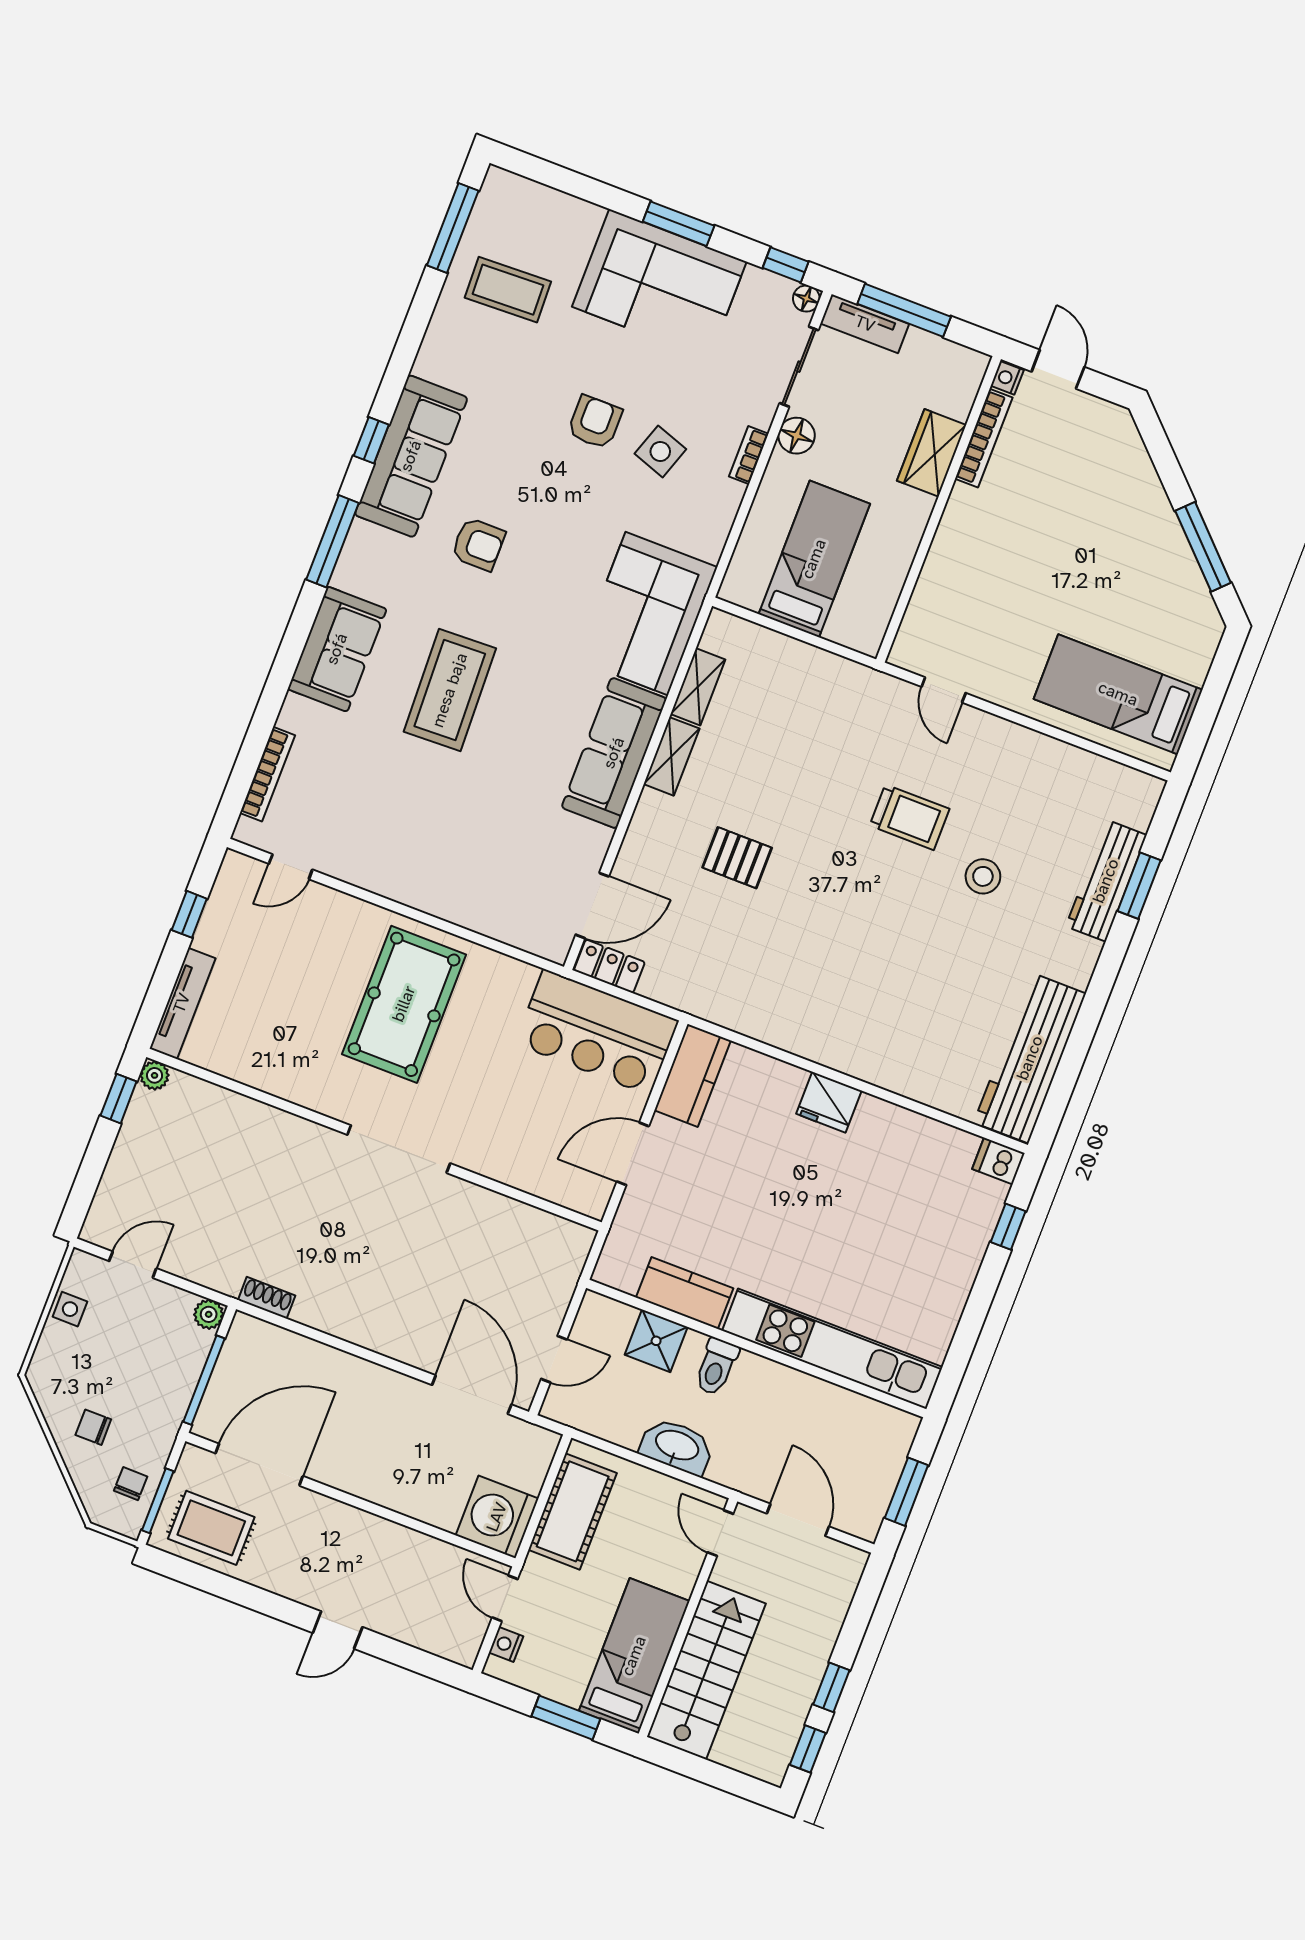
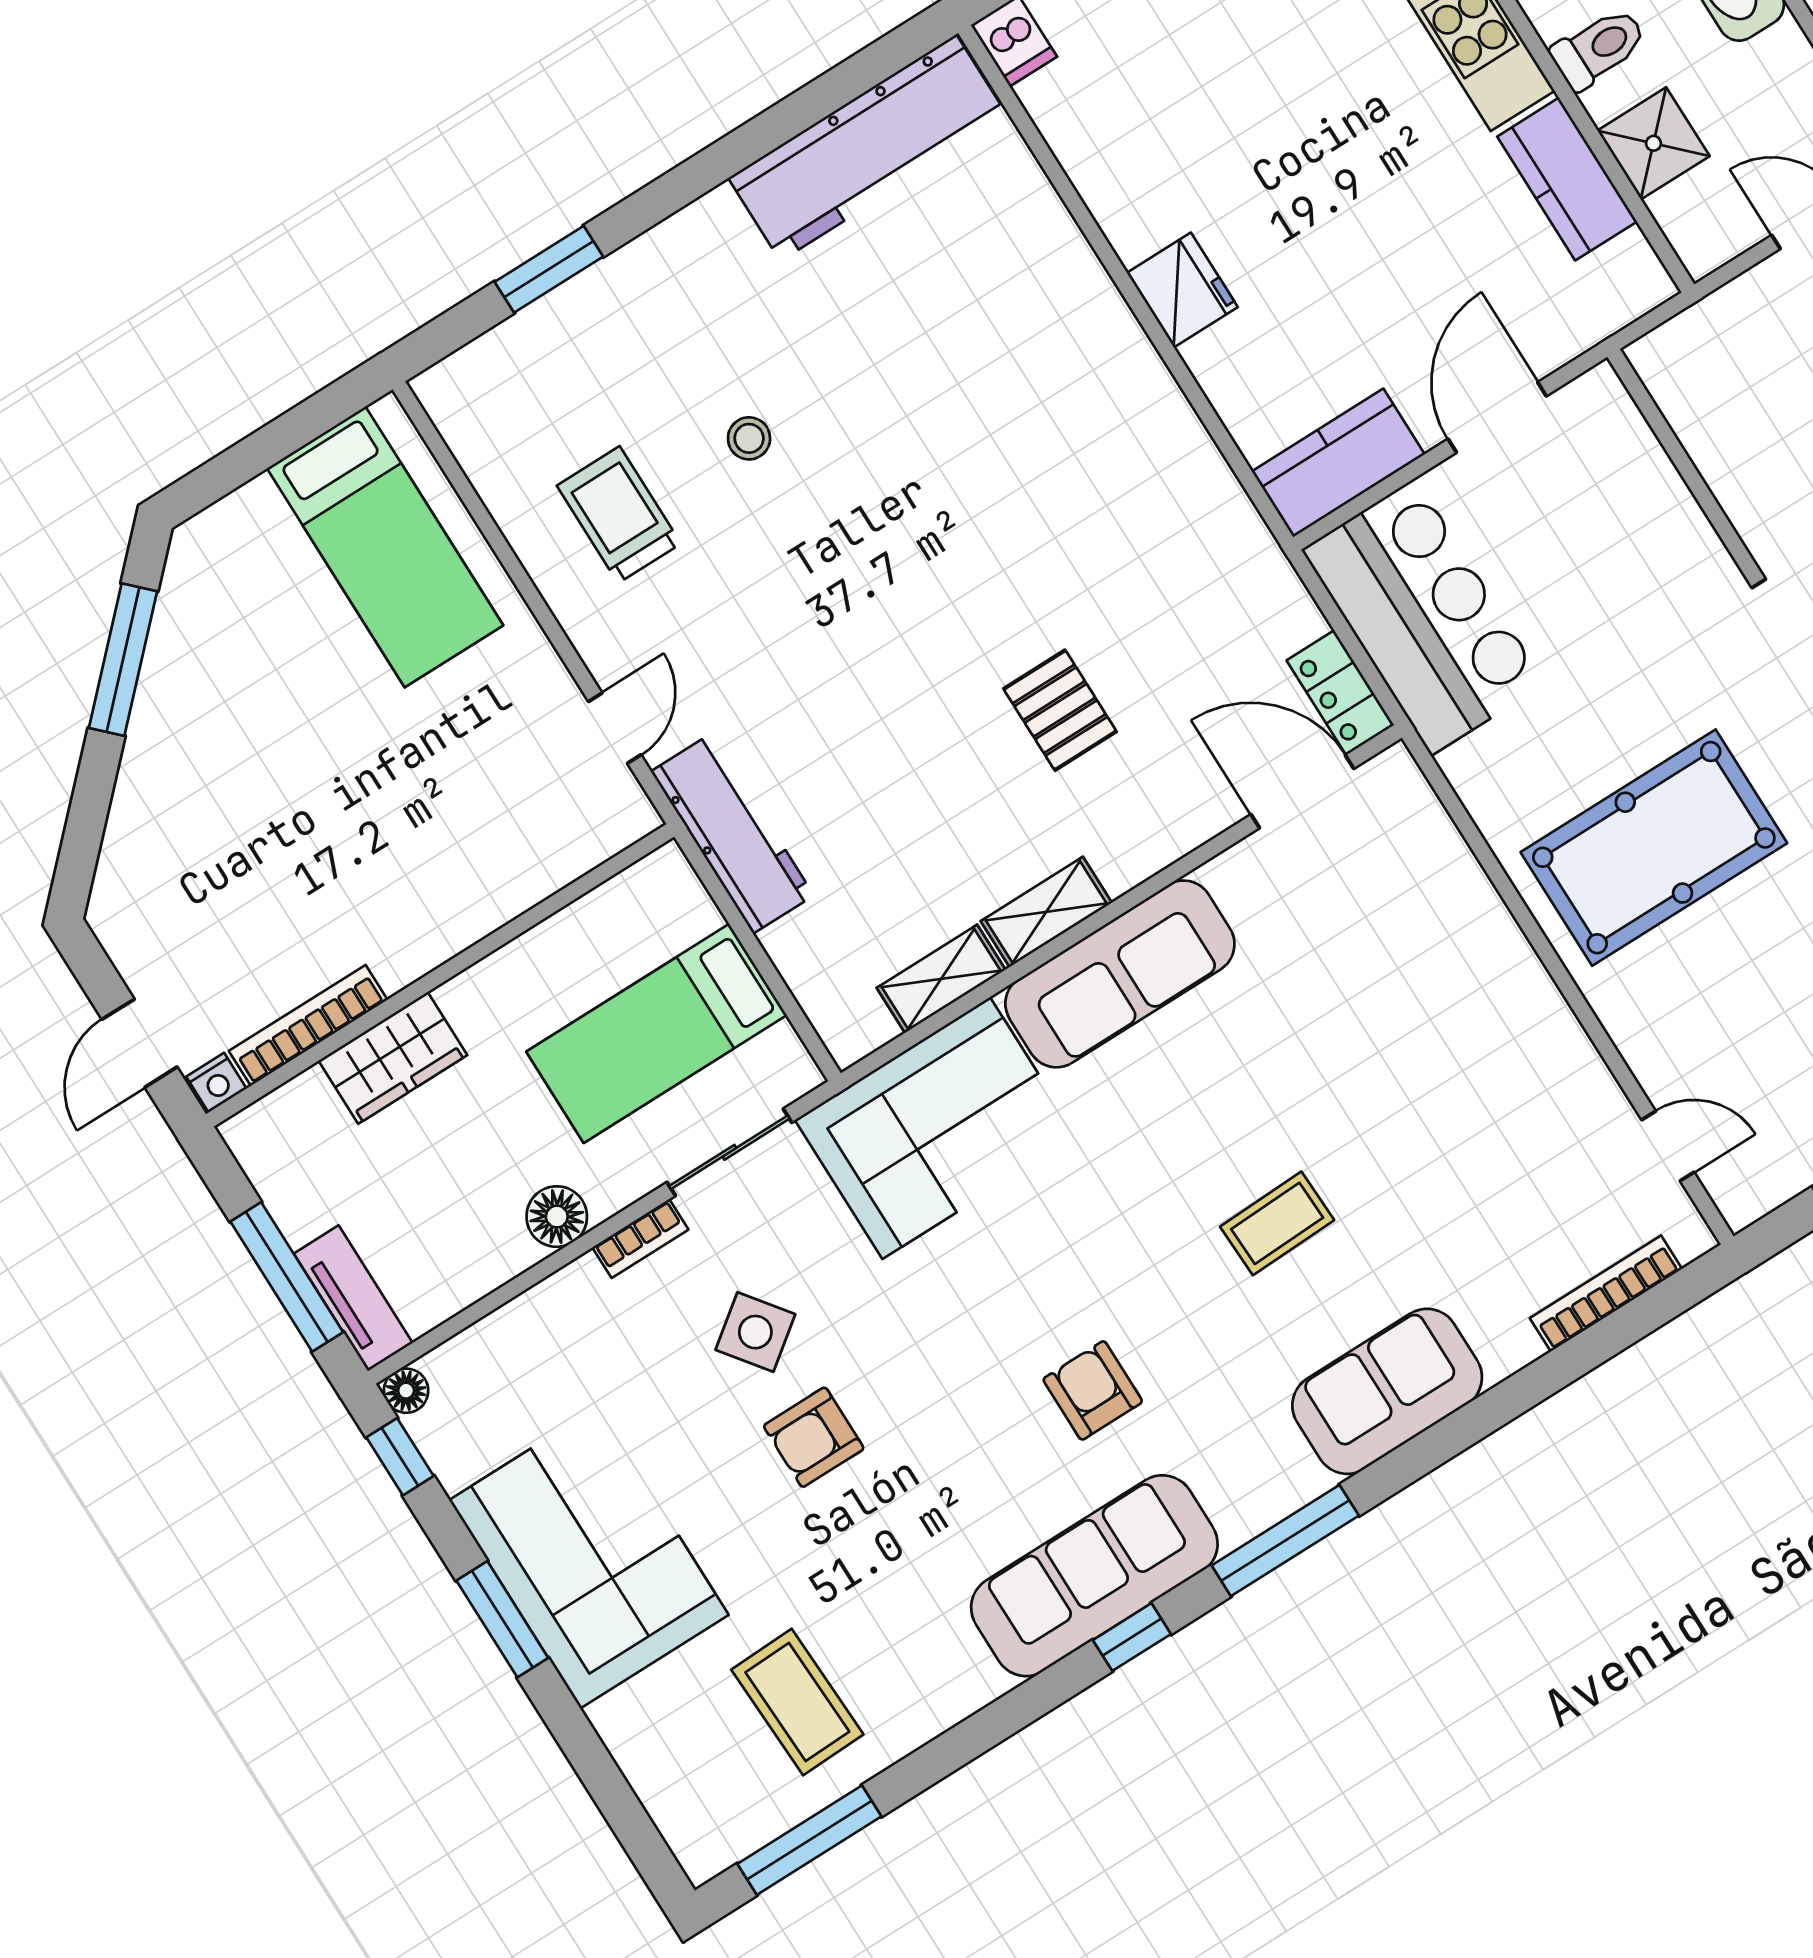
sliding door: (799, 367) -> (729, 1152), moved
side table: (660, 451) -> (755, 1332), turned 34
coffee table: (450, 690) -> (1277, 1223), width x0.54, depth x0.58
trolley: (910, 817) -> (619, 515), moved
stool: (983, 876) -> (749, 438), width x0.73, depth x0.73
workbench: (1106, 881) -> (732, 833), moved, turned -90
door: (633, 1154) -> (1497, 417), swing flipped

